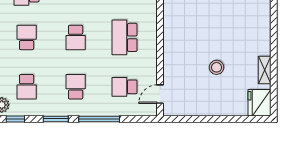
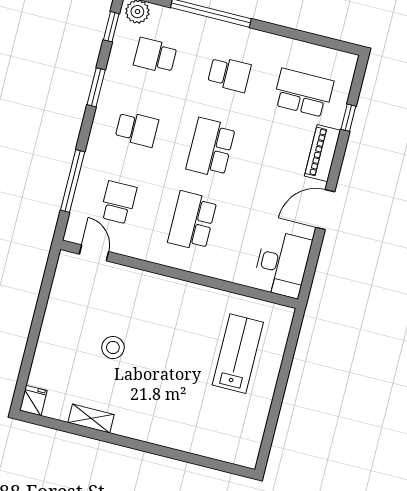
school desk: (76, 37) -> (211, 148), width x1.85
school desk: (125, 37) -> (192, 221), turned -90
fridge: (259, 103) -> (33, 400), width x0.53, depth x0.75
window: (99, 119) -> (73, 181), moved

